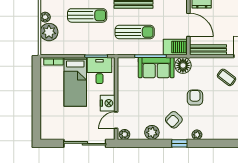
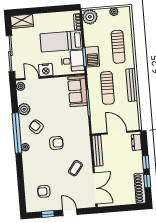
door: (188, 25) -> (117, 133), swing flipped
plant: (49, 32) -> (90, 17), moved
barbecue: (175, 47) -> (92, 57), moved
floor lamp: (183, 65) -> (83, 131), removed
sofa: (156, 68) -> (78, 91), moved
wardrobe: (48, 127) -> (22, 21), added
window: (179, 143) -> (17, 133), width x3.17

